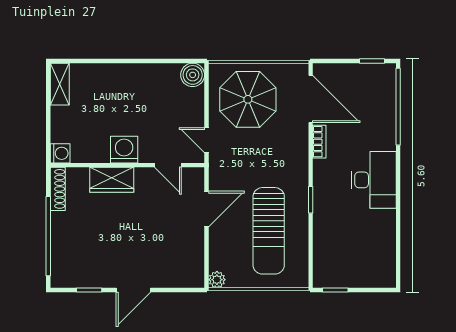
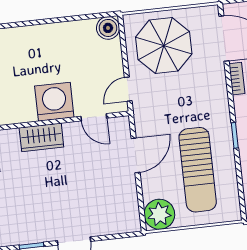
door: (207, 140) -> (128, 89), hinge flipped
washing machine: (124, 150) -> (54, 102), width x1.37, depth x1.37
plant: (217, 280) -> (159, 214), width x1.88, depth x1.88

